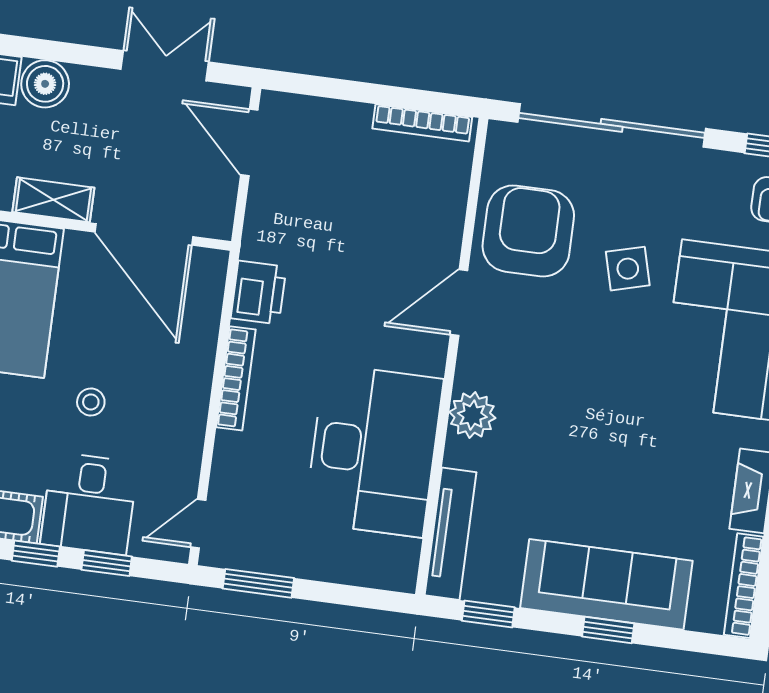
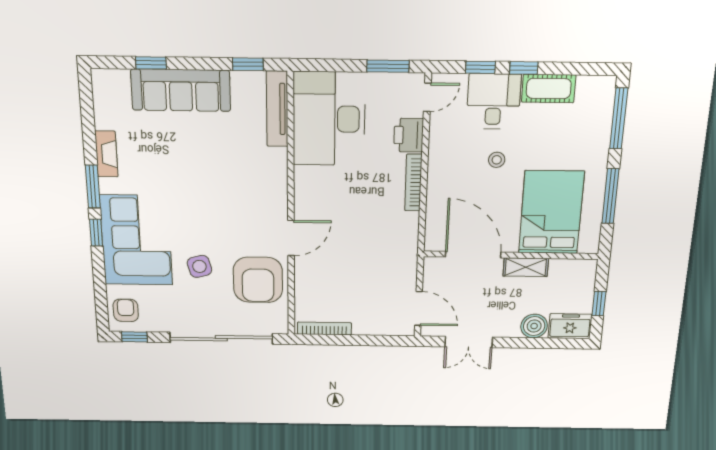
printer: (259, 293) -> (409, 135), moved
plant: (472, 415) -> (274, 178), removed
desk: (374, 450) -> (329, 119), moved
bookcase: (744, 586) -> (100, 99), removed
window: (608, 630) -> (151, 63), moved

